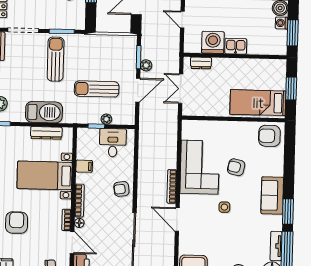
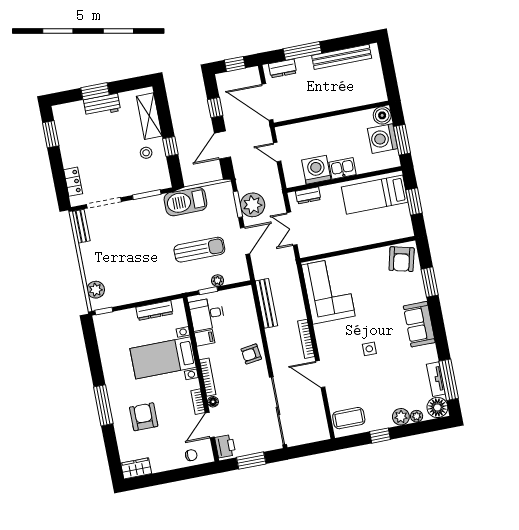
washing machine: (282, 23) -> (383, 139), width x1.89, depth x1.89
sun lounger: (56, 59) -> (147, 227), removed
plant: (146, 65) -> (253, 205), width x1.87, depth x1.87
sun lounger: (97, 89) -> (199, 250), turned 180
bed: (258, 103) -> (375, 195), moved
barbecue: (44, 112) -> (185, 202), moved, turned 180
armchair: (269, 136) -> (402, 259), turned -76
desk: (113, 143) -> (207, 314), moved, turned -90
bench: (144, 148) -> (266, 303), added
corner sofa: (200, 167) -> (328, 291), moved
armchair: (236, 167) -> (372, 302), removed
window: (288, 212) -> (430, 282), moved
door: (72, 242) -> (210, 425), swing flipped

